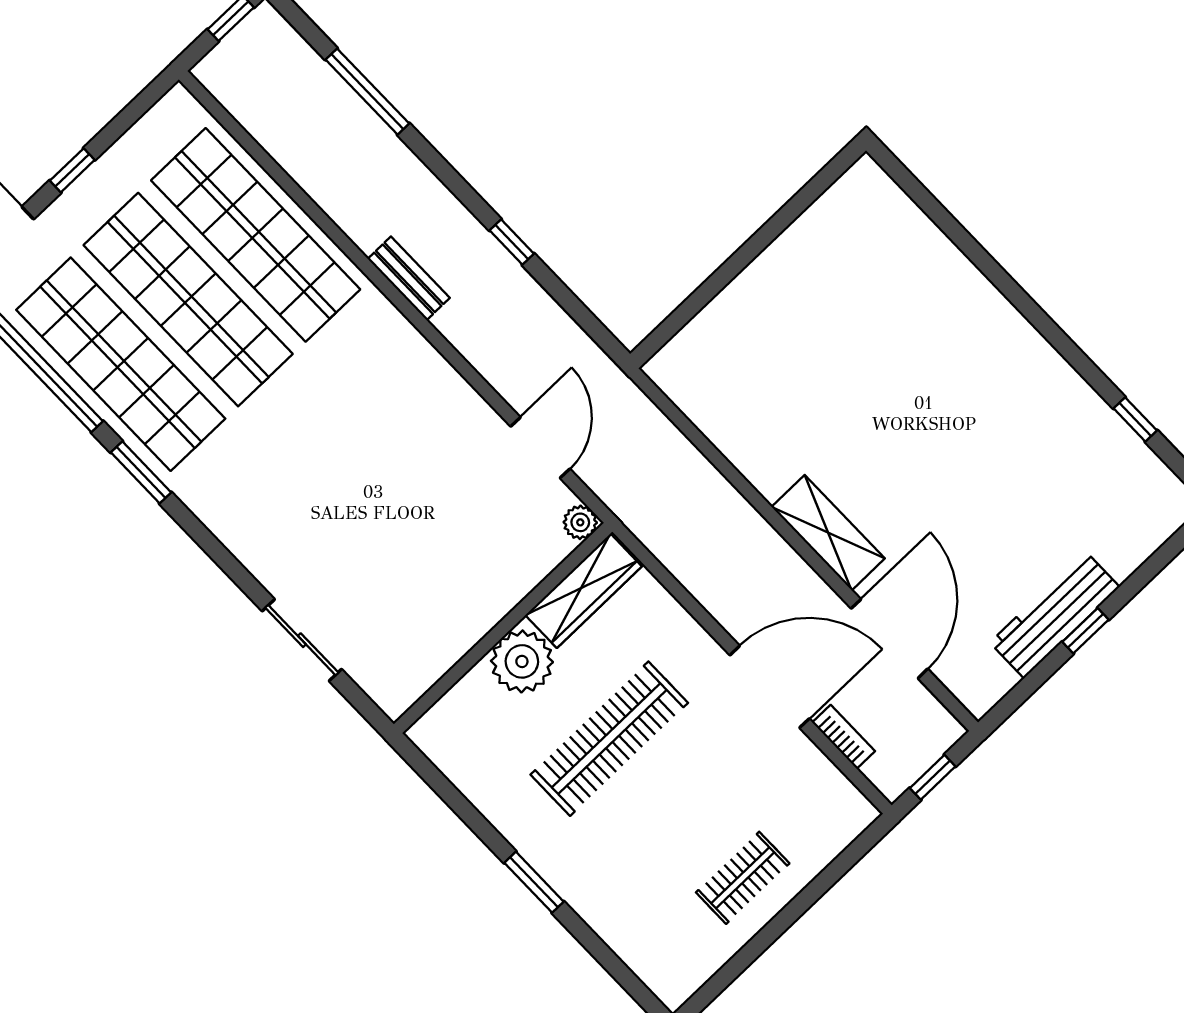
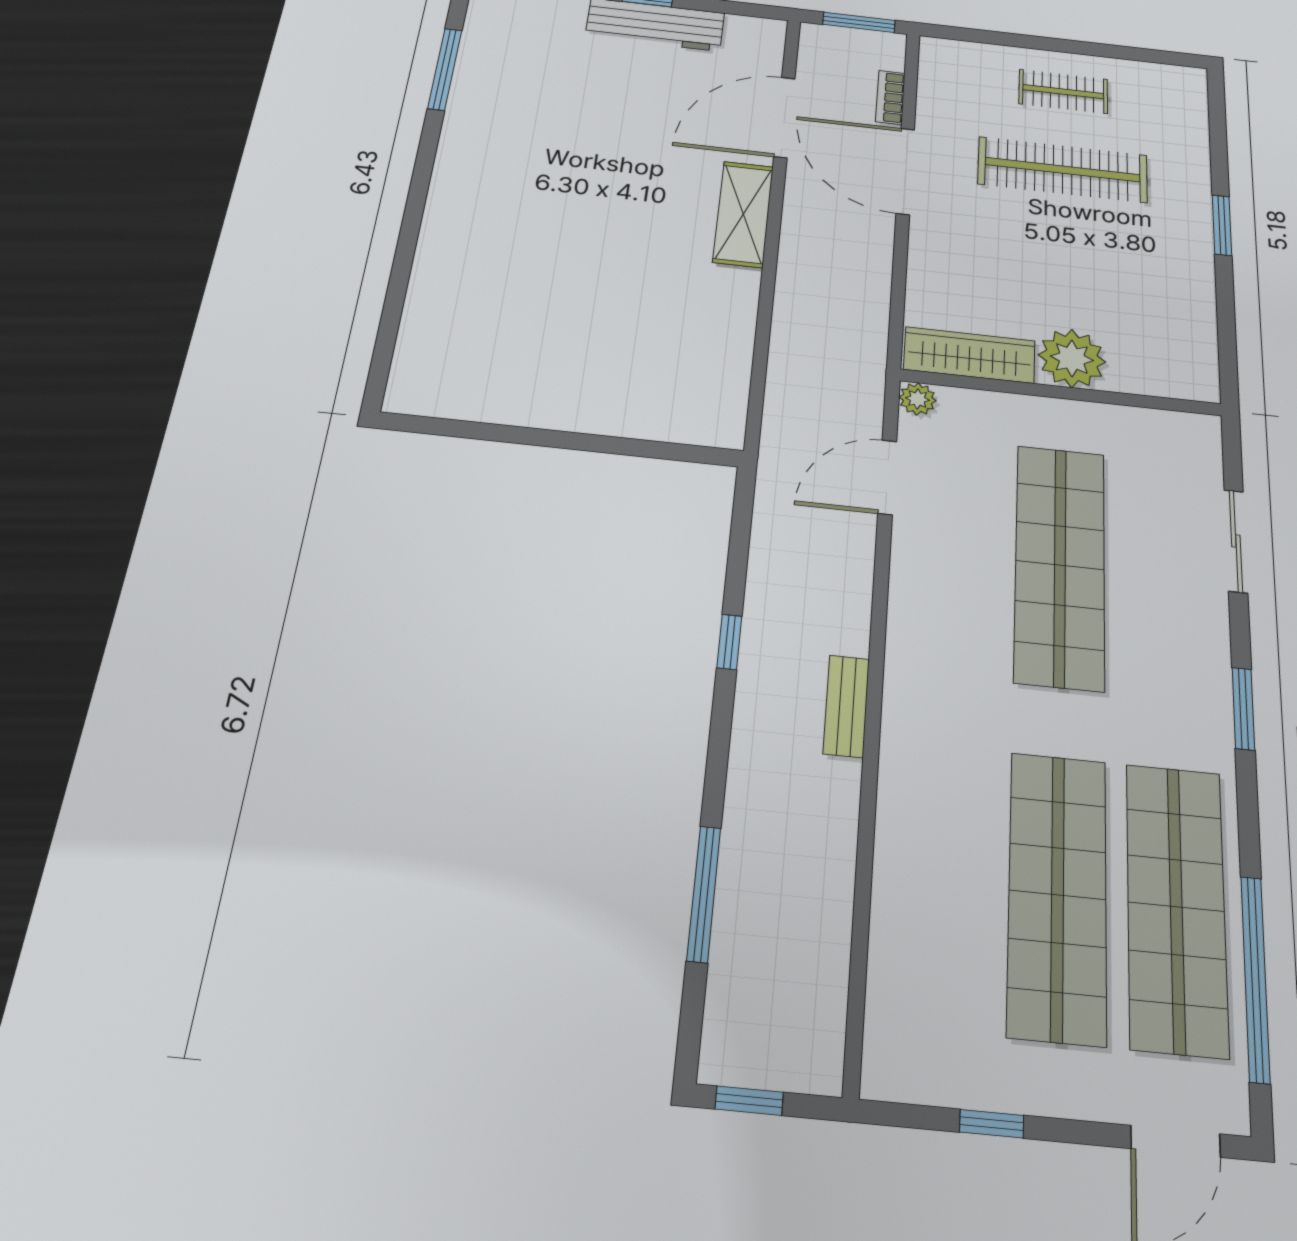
window: (72, 170) -> (992, 1124), moved
shop shelf: (256, 235) -> (1060, 565), moved
window: (1135, 419) -> (445, 69), width x2.17
window: (141, 472) -> (1243, 709), moved
clothes rail: (609, 739) -> (1063, 170), moved
window: (933, 777) -> (859, 22), width x1.50

